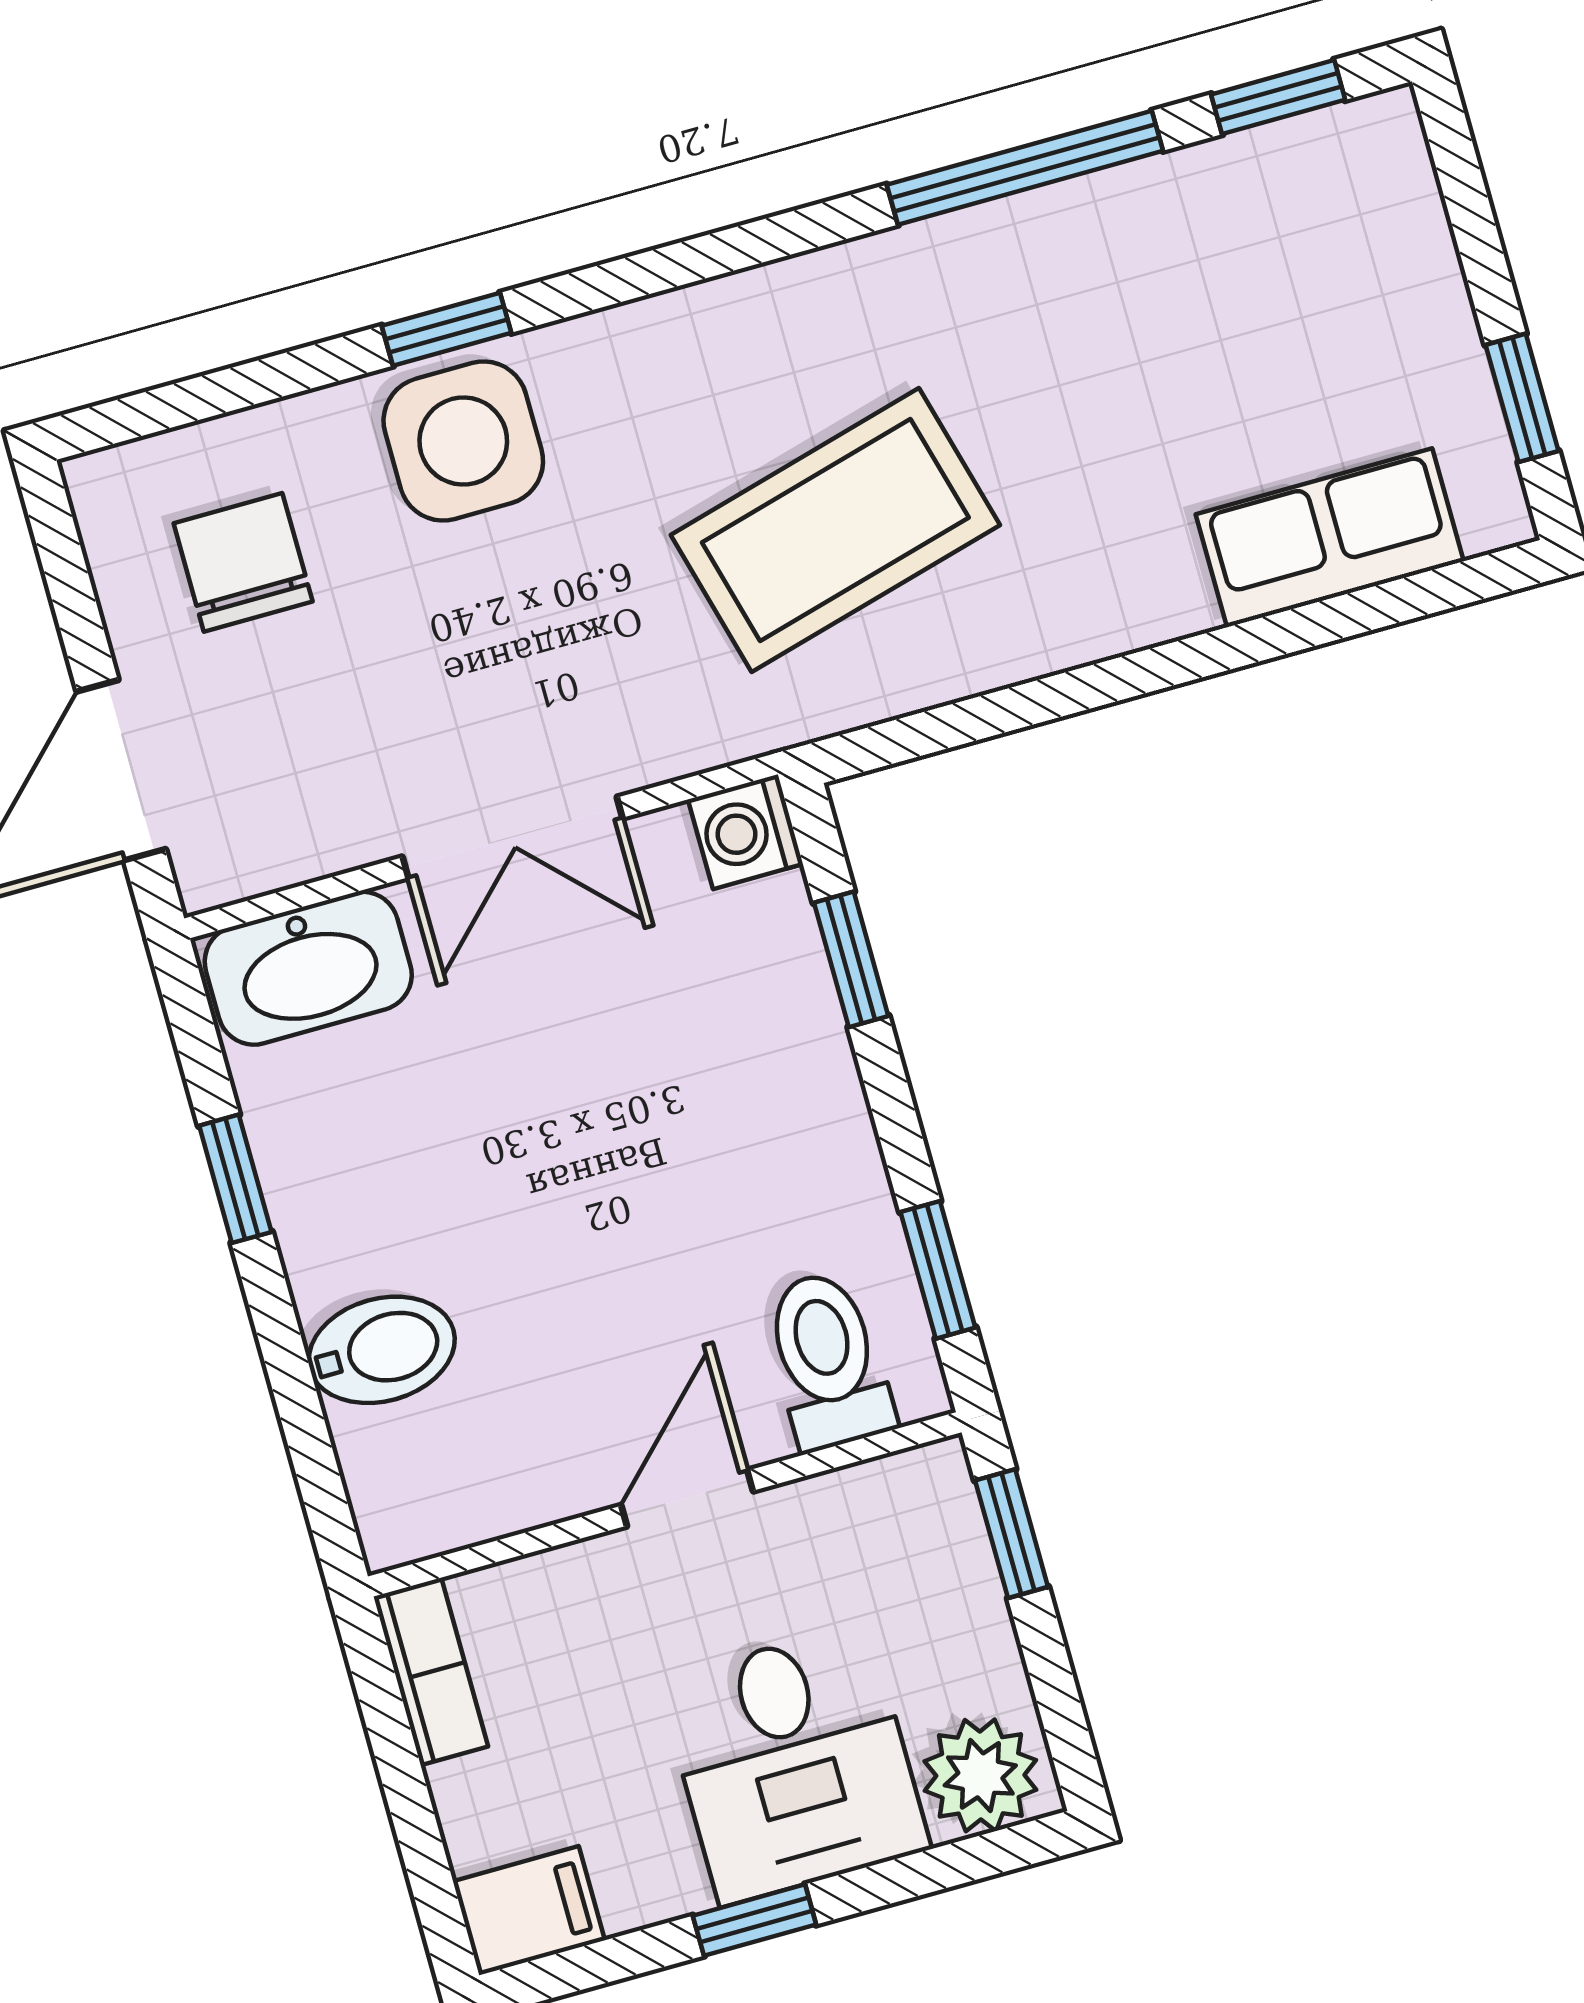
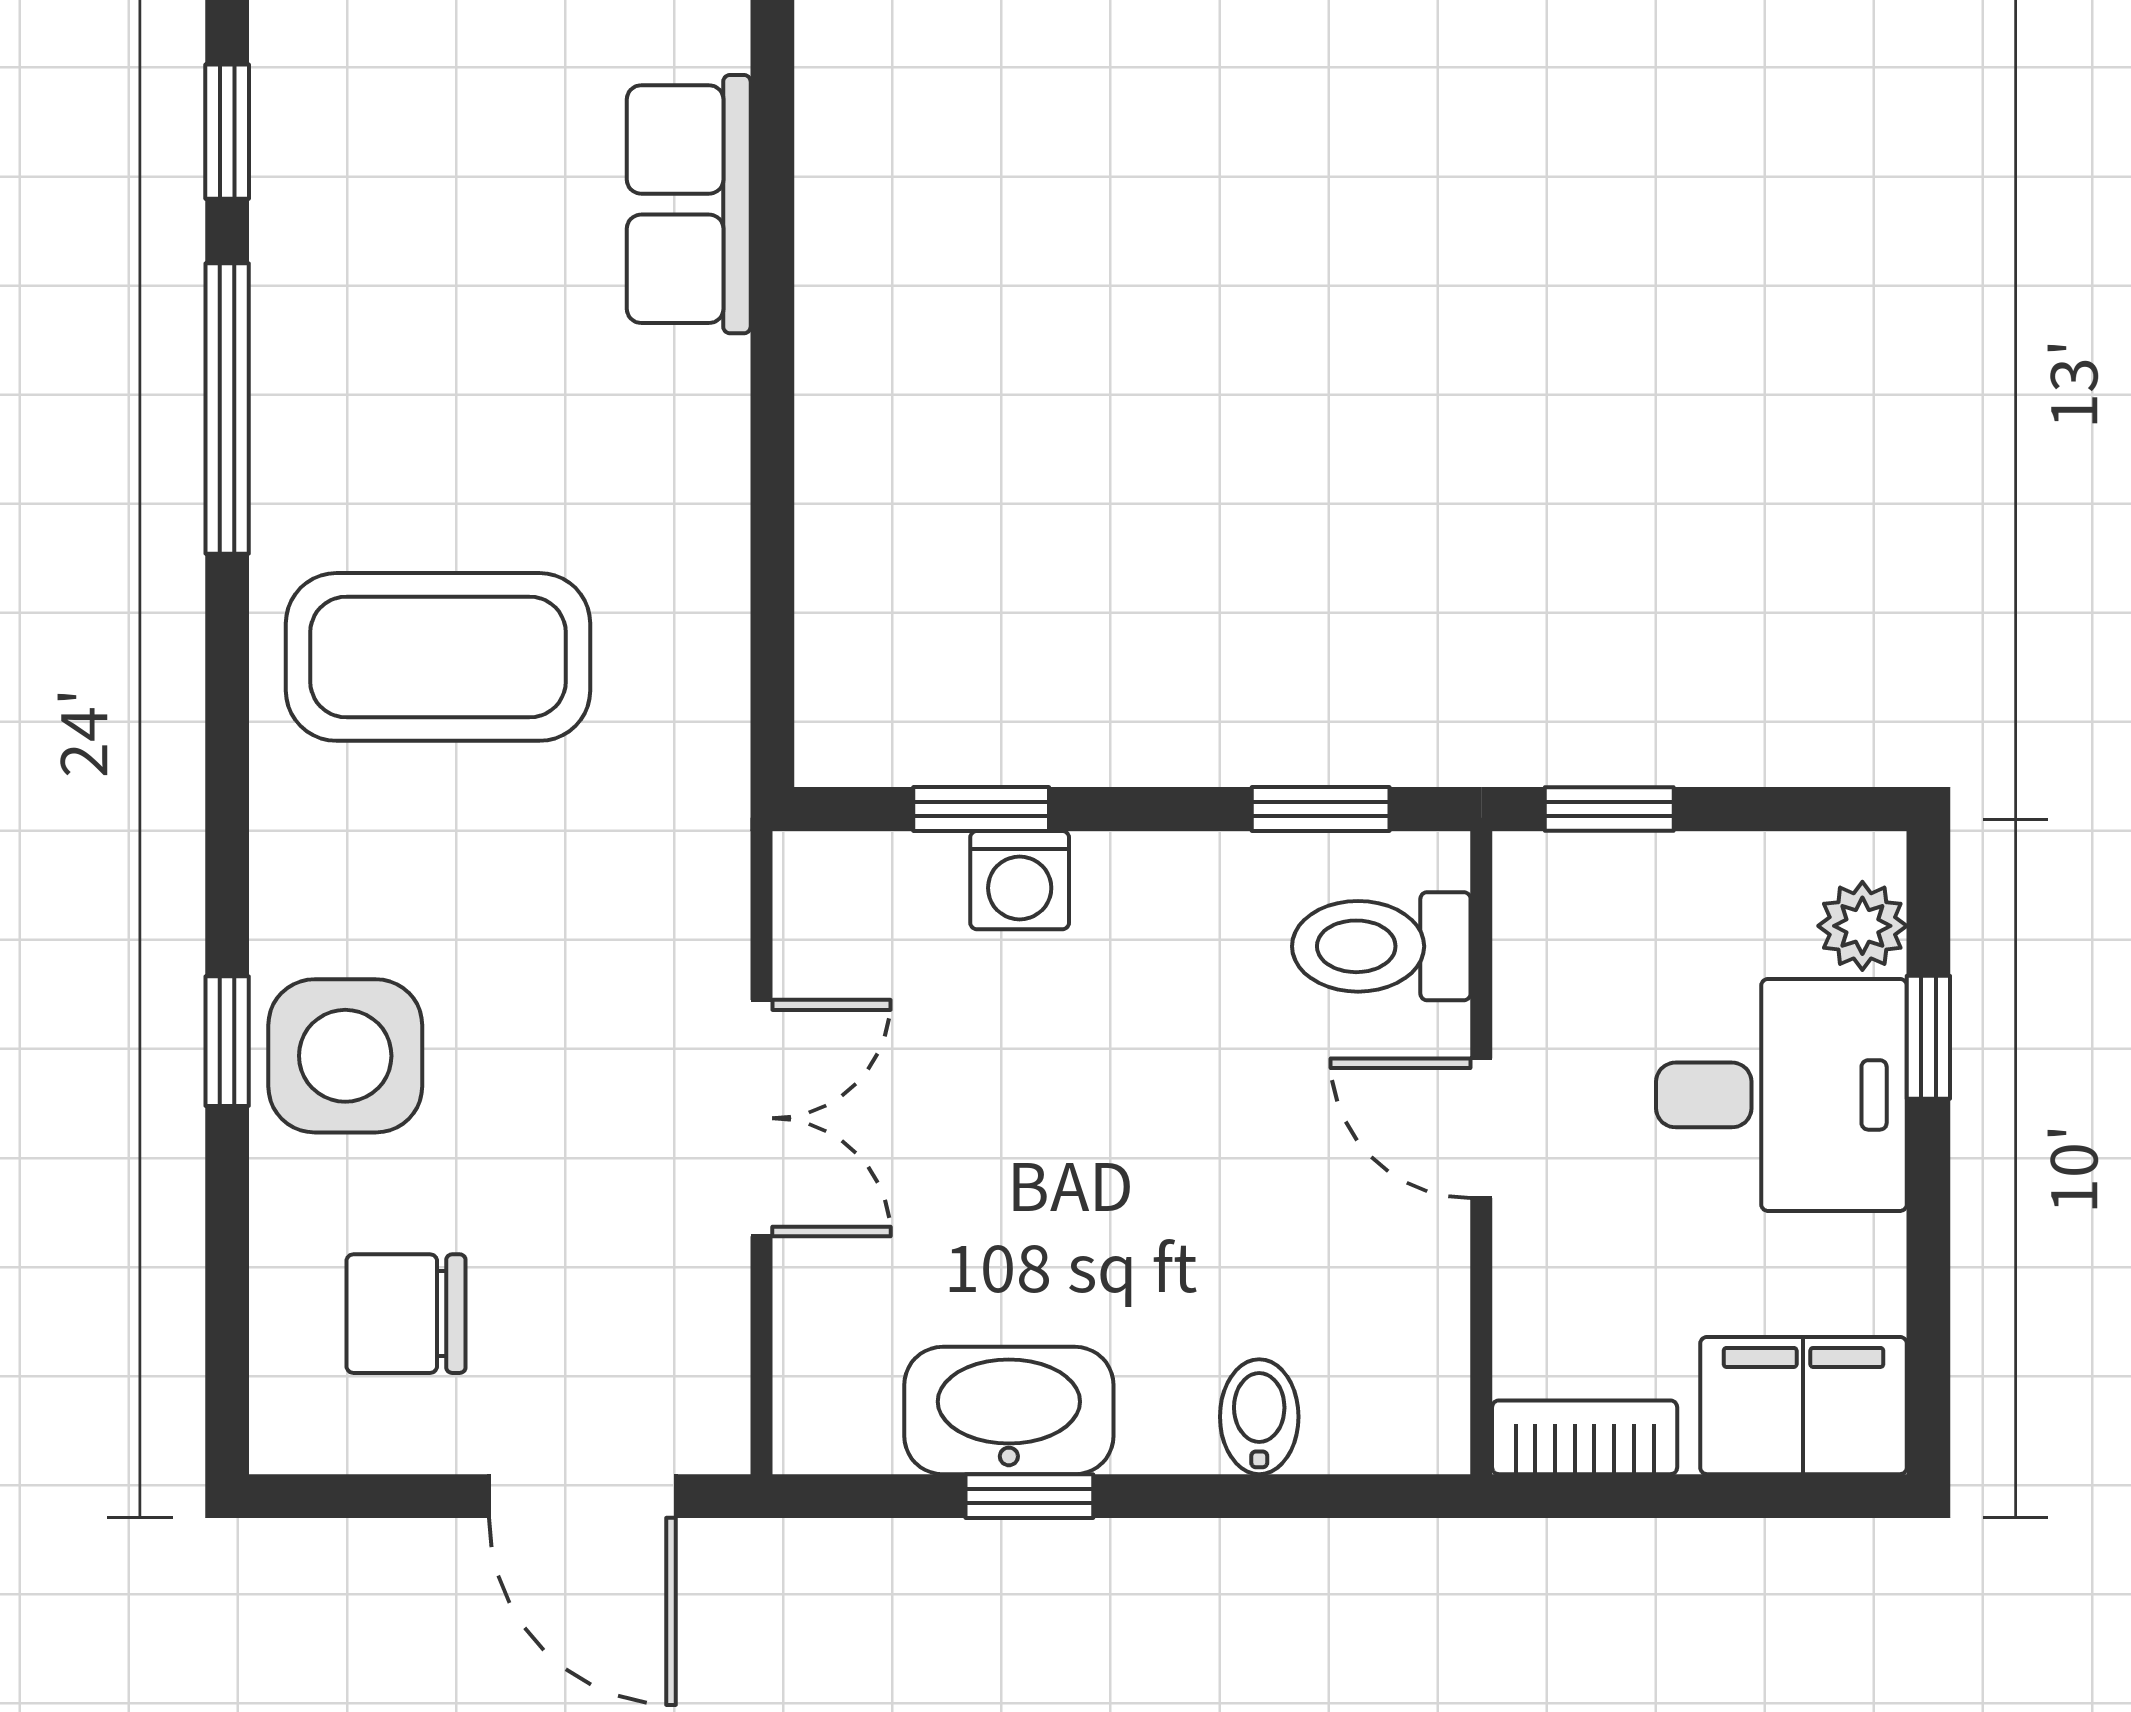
coffee table: (835, 530) -> (438, 657), moved, turned -75
washing machine: (746, 832) -> (1020, 880), moved
washbasin: (308, 968) -> (1009, 1410), moved, turned -90
bidet: (382, 1350) -> (1259, 1417), width x0.72, depth x0.74
plant: (980, 1775) -> (1862, 926), width x0.73, depth x0.73
filing cabinet: (529, 1911) -> (1803, 1406), width x2.00
window: (754, 1920) -> (1928, 1037), moved

